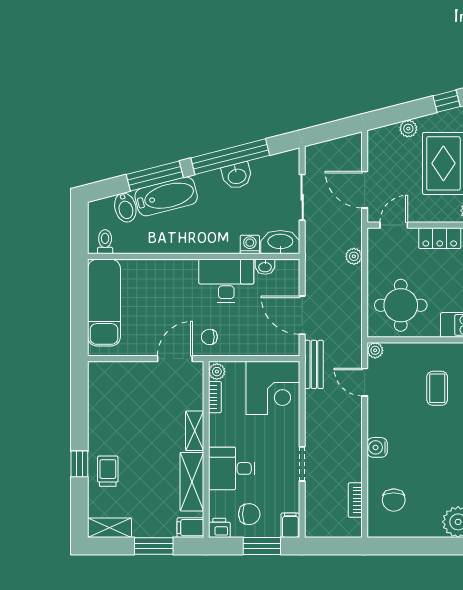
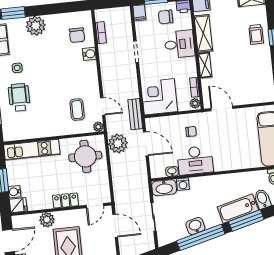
plant: (354, 256) -> (118, 143), moved, width x1.87, depth x1.87
chair: (209, 337) -> (191, 132), moved
door: (175, 359) -> (222, 109), swing flipped
coffee table: (437, 388) -> (77, 110), moved
water cooler: (377, 447) -> (89, 54), moved
chair: (394, 500) -> (77, 35), turned 180

